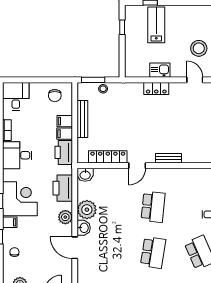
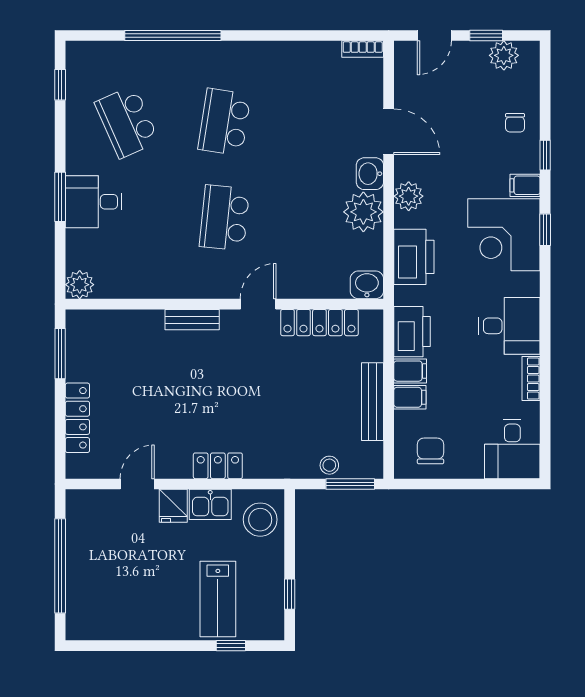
stool: (199, 48) -> (260, 520), moved
fridge: (178, 69) -> (173, 506), added
door: (195, 80) -> (137, 484), swing flipped

